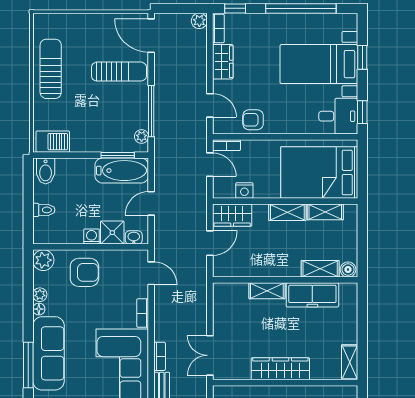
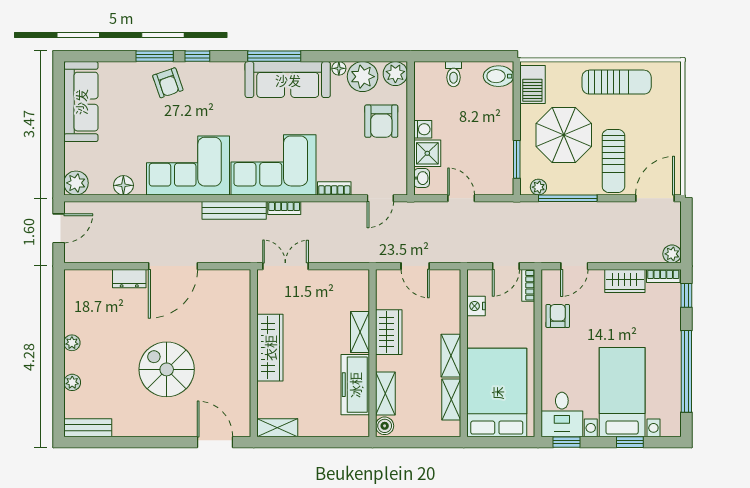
parasol: (96, 114) -> (564, 135), added
bathtub: (122, 171) -> (499, 164), removed
wardrobe: (232, 215) -> (389, 332), moved, turned 180
plant: (40, 295) -> (363, 77), width x1.88, depth x1.88

